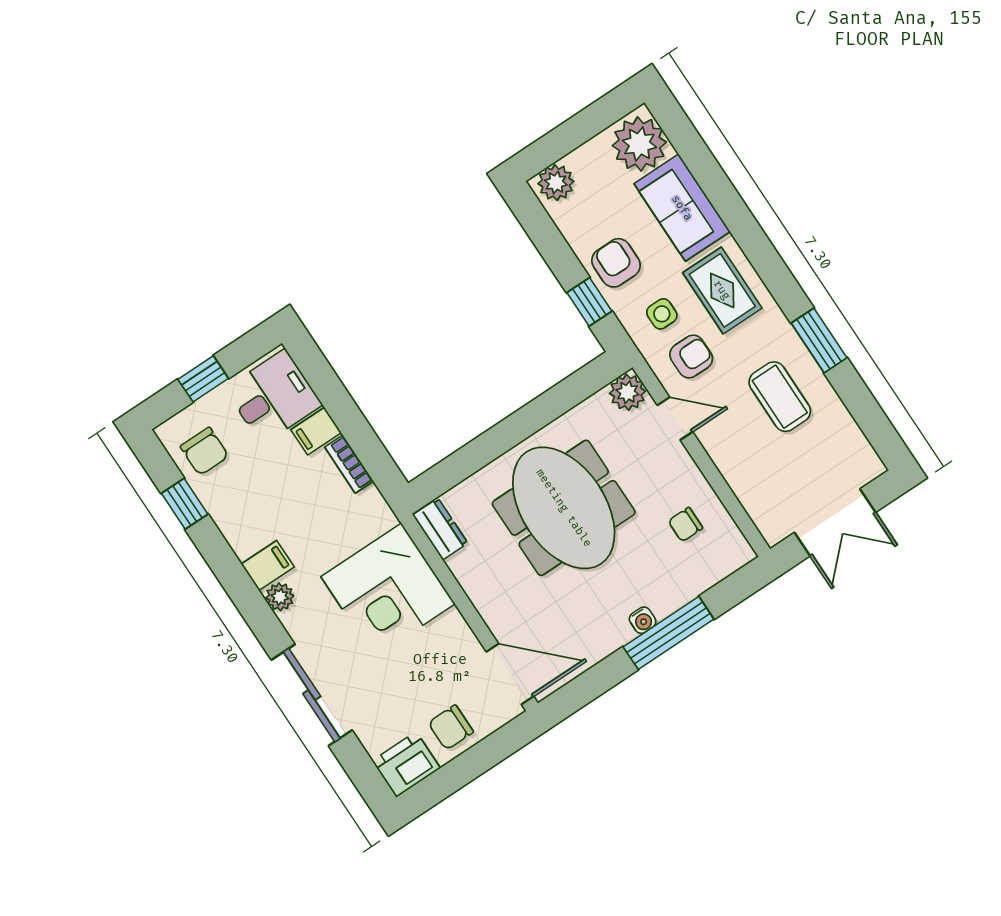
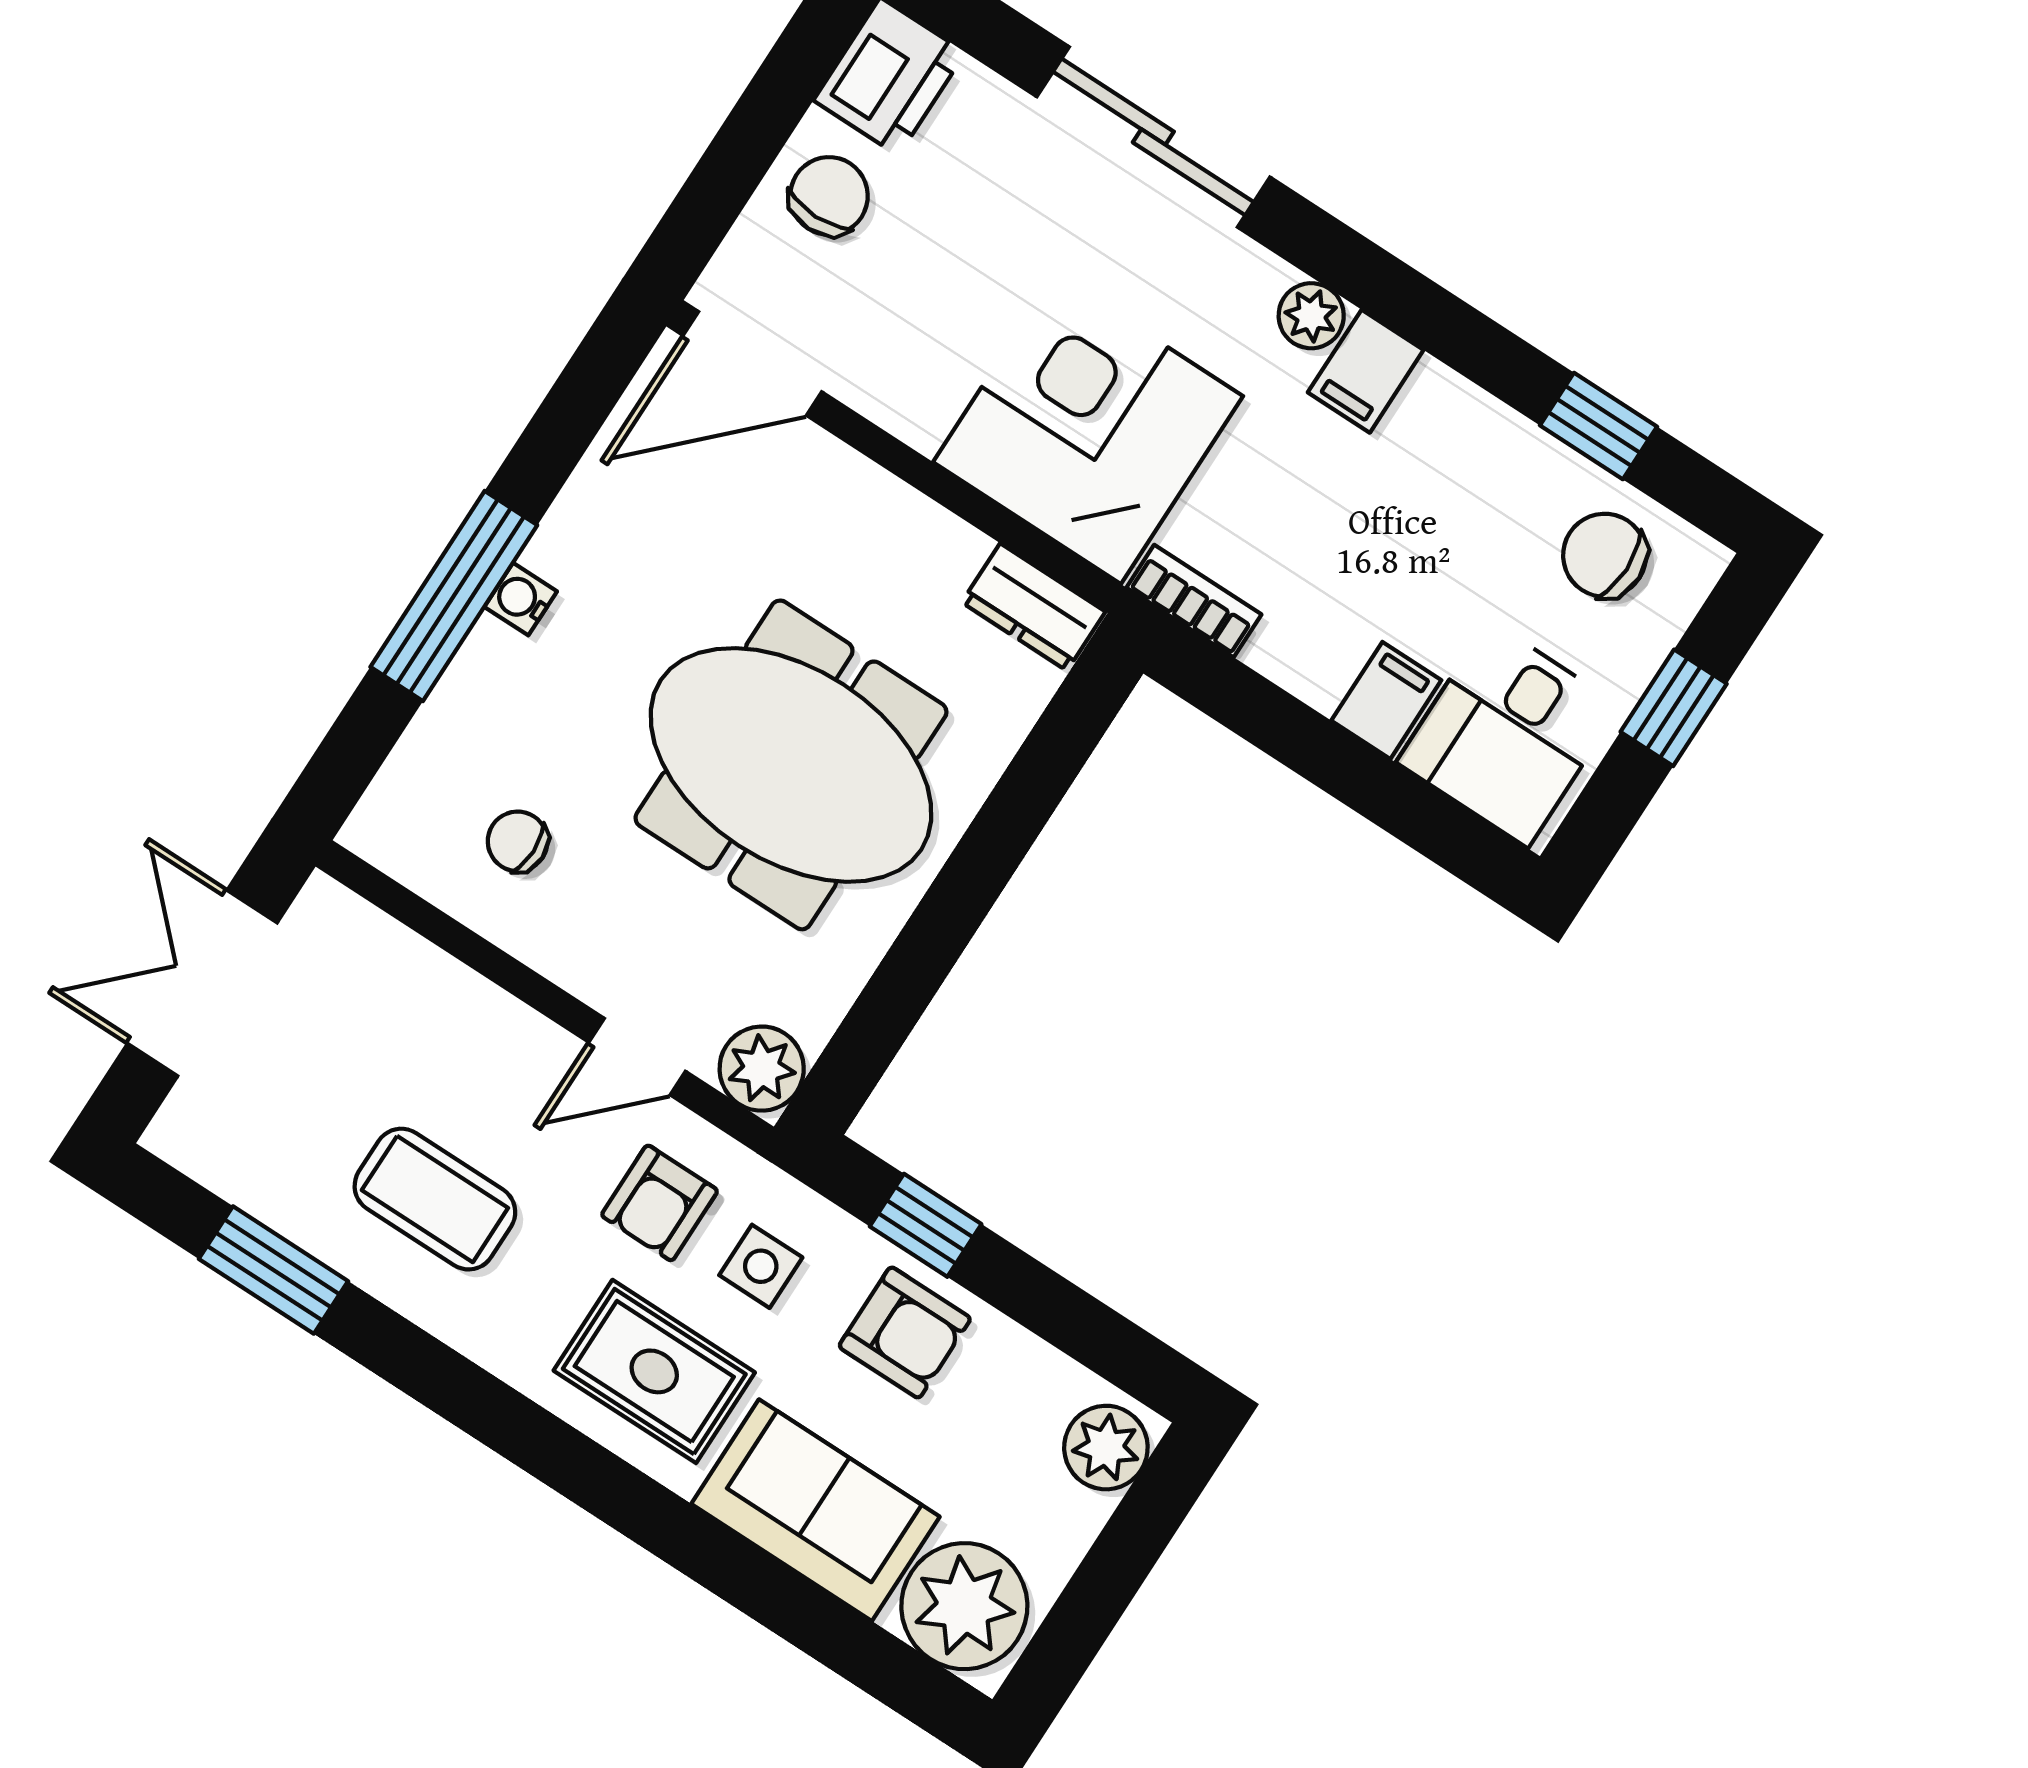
window: (819, 340) -> (273, 1270), moved
bookcase: (349, 464) -> (1194, 601), moved
chair: (685, 525) -> (518, 841), turned -90

